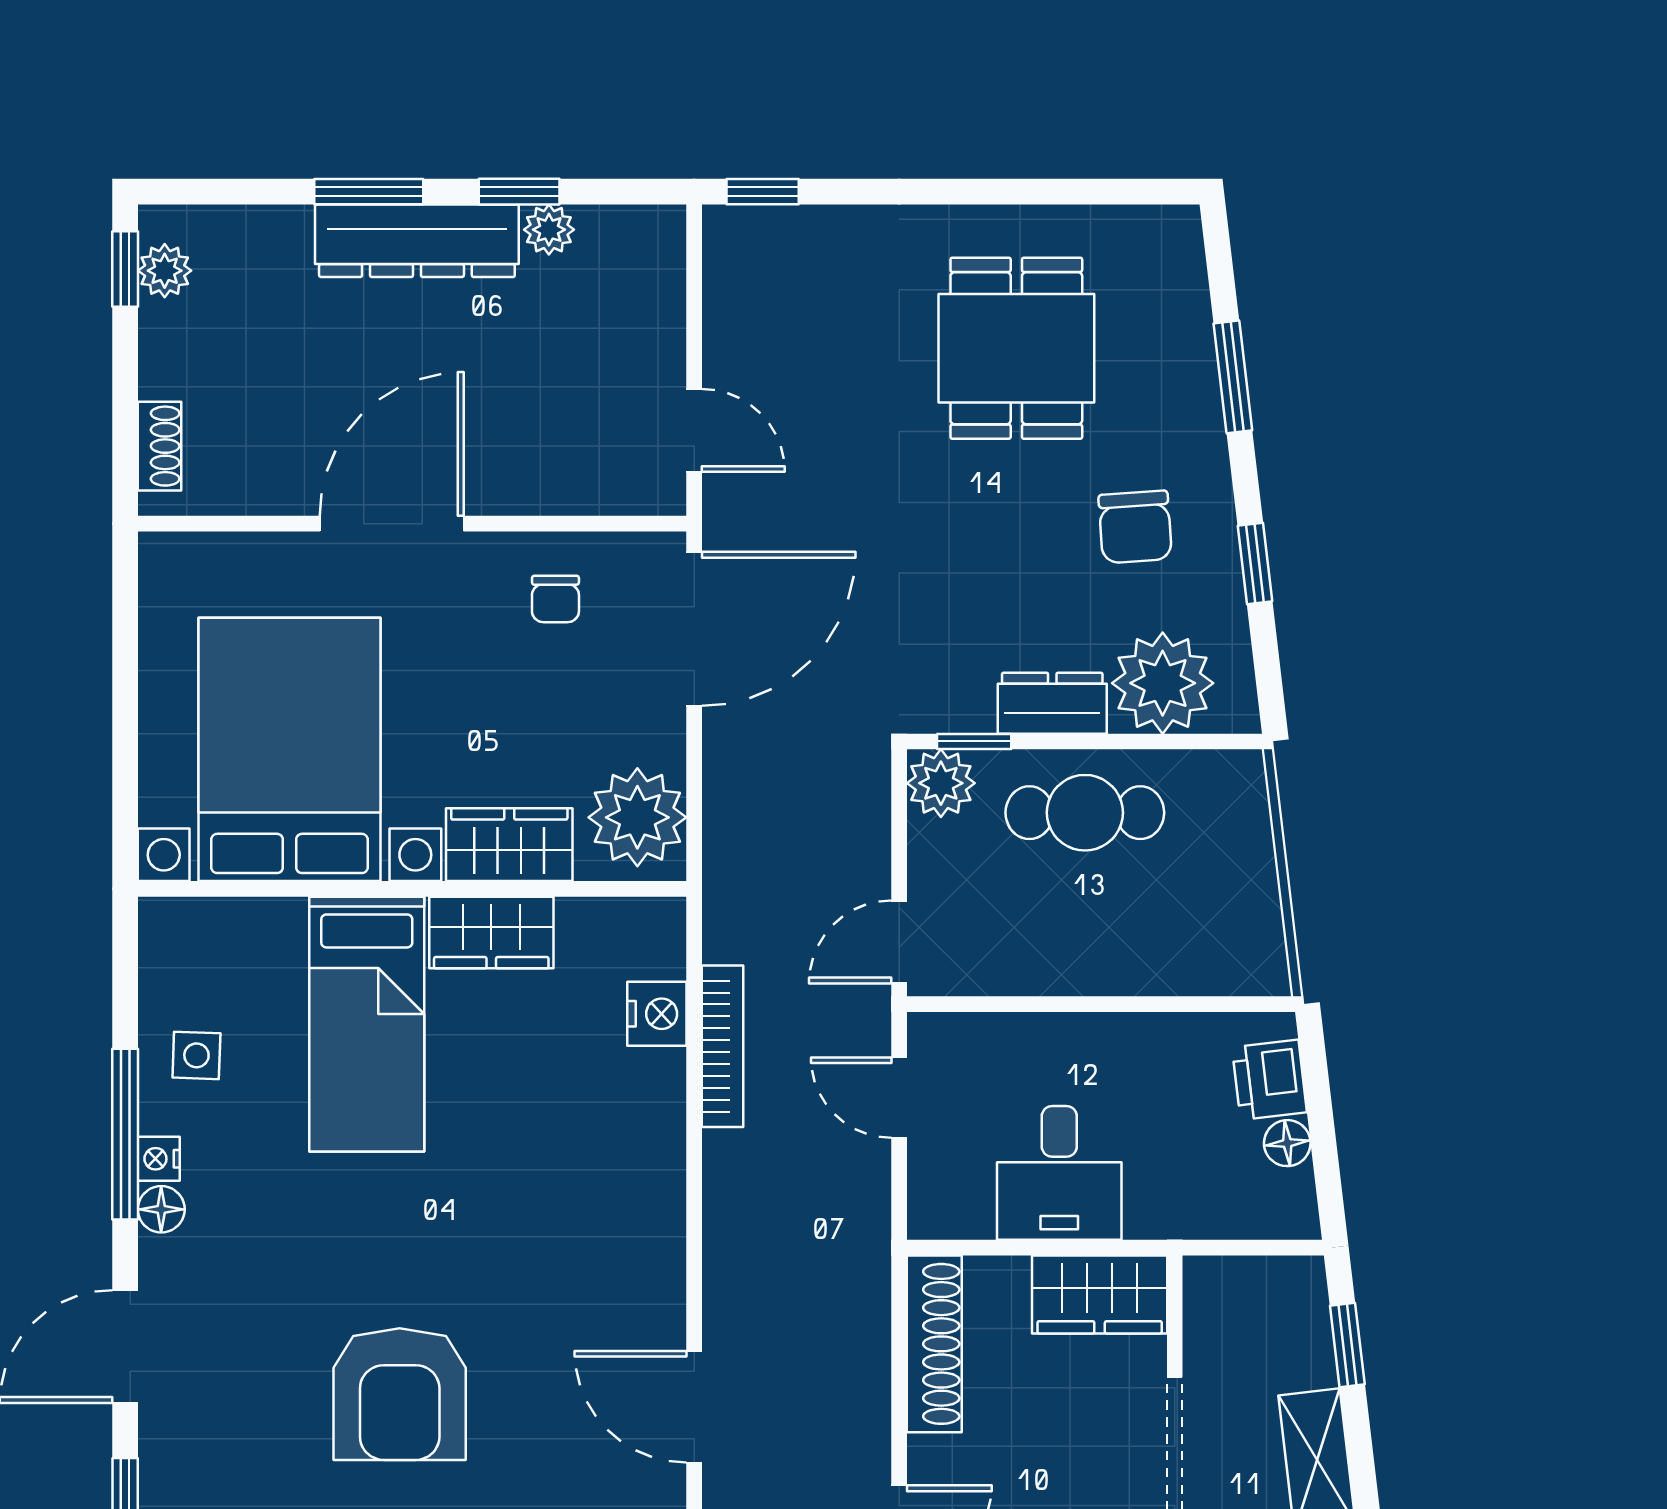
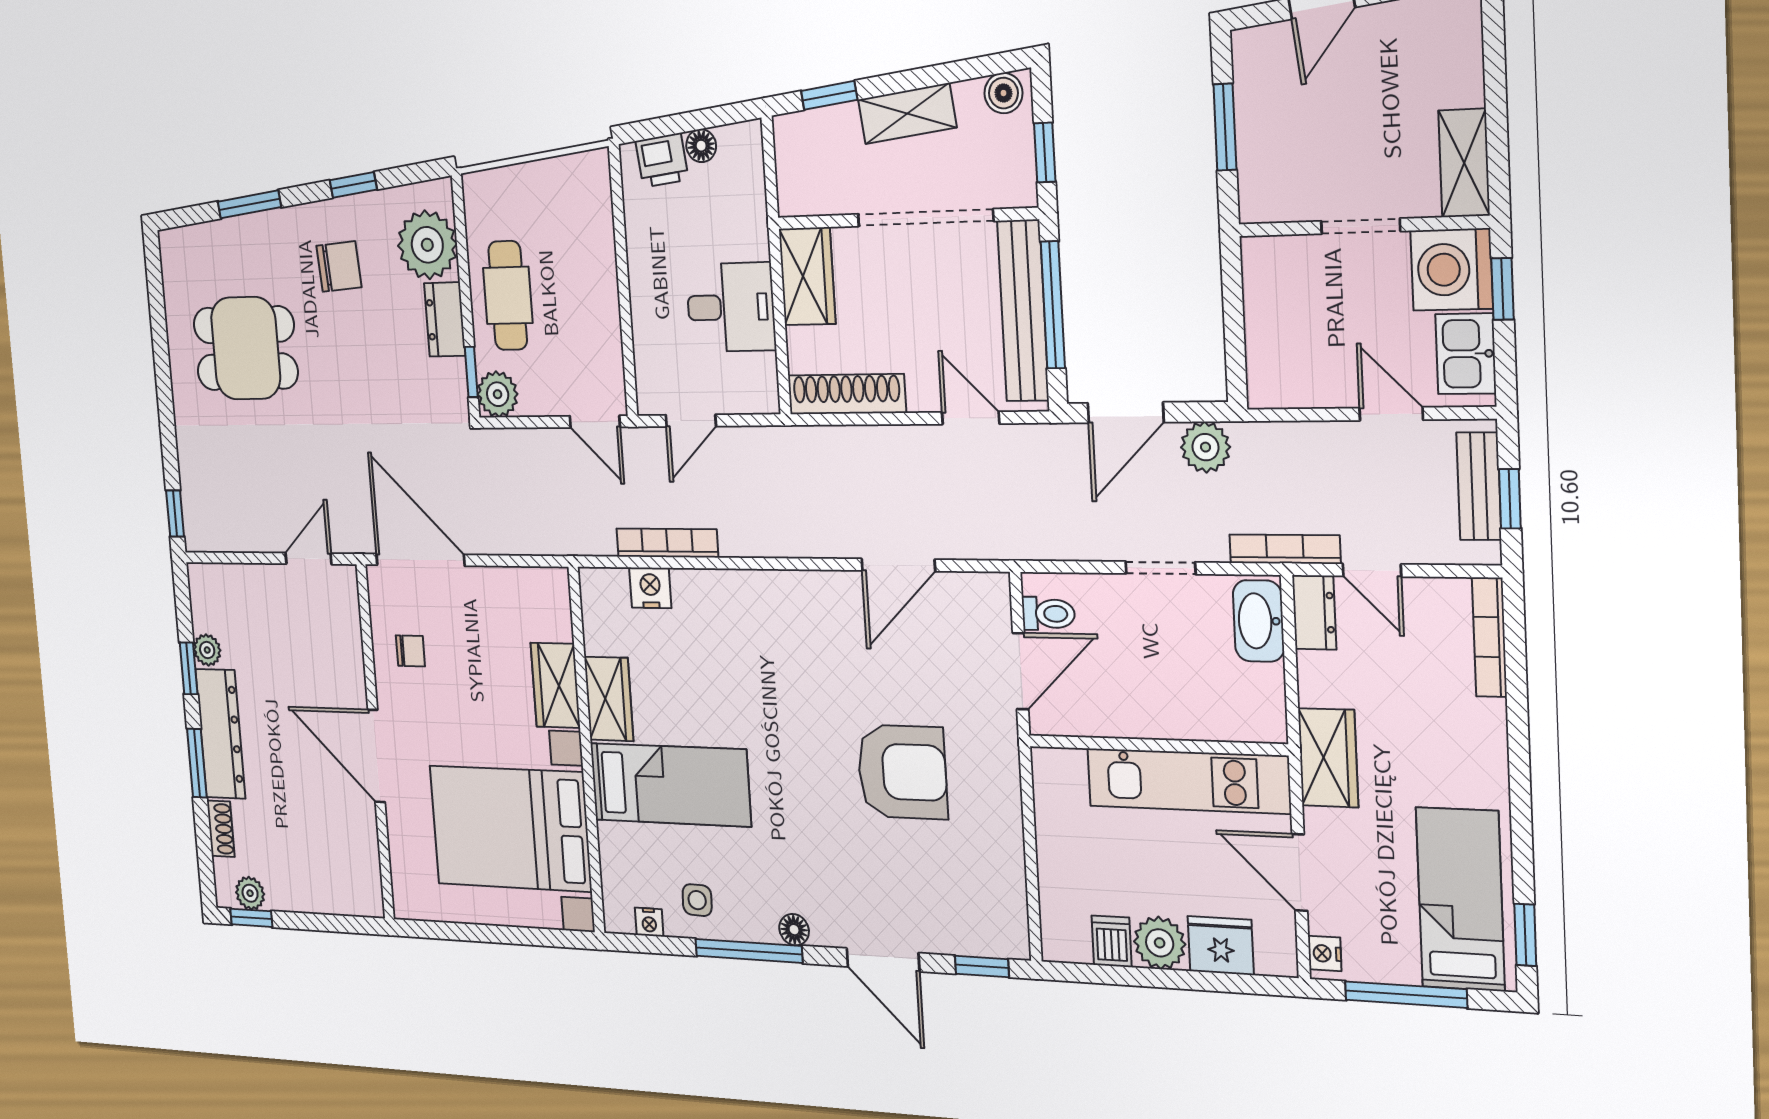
shoe rack: (160, 446) -> (221, 829), moved, turned 90
plant: (637, 817) -> (533, 599), removed
nightstand: (159, 1159) -> (649, 922), moved

